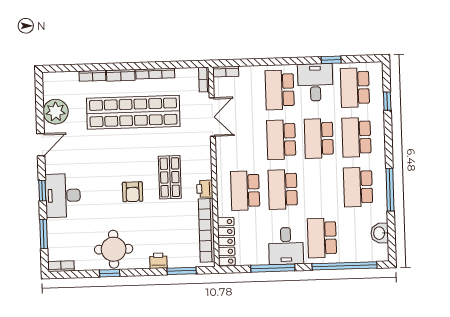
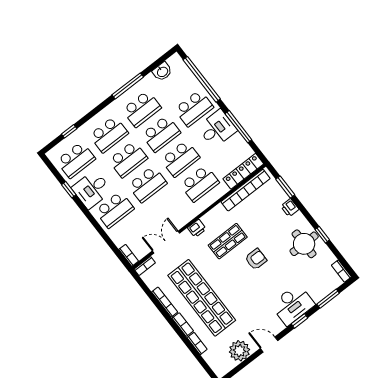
school desk: (320, 188) -> (161, 134), added
printer: (205, 189) -> (197, 228), moved

